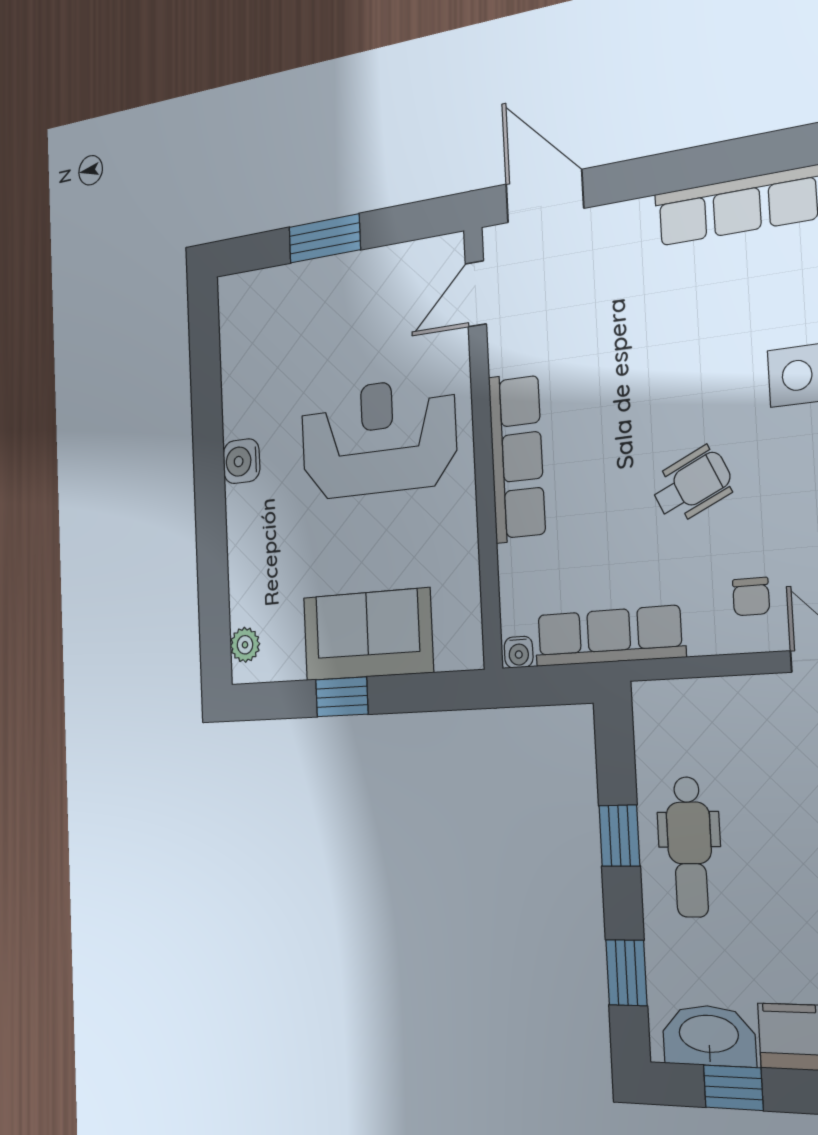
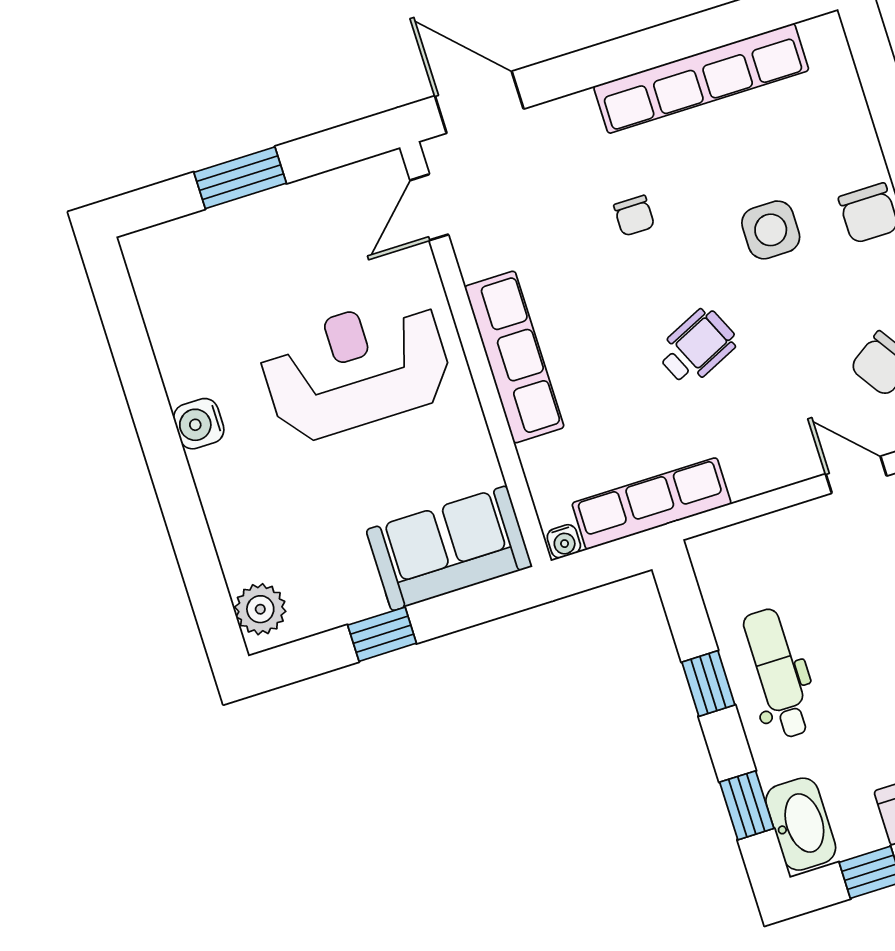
chair: (751, 597) -> (634, 216), moved
sofa: (368, 635) -> (449, 548), moved
plant: (245, 645) -> (260, 609), width x1.38, depth x1.38
dental chair: (690, 847) -> (777, 673), turned 180
washbasin: (709, 1036) -> (801, 824), moved, turned 90

